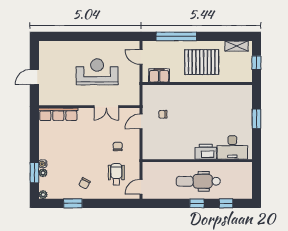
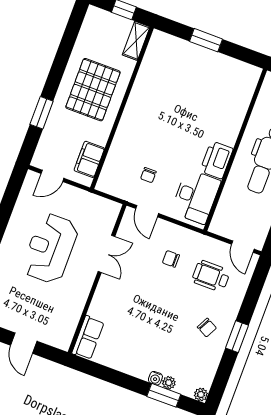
window: (176, 36) -> (42, 113), width x0.47
shelving: (237, 46) -> (136, 41), moved
row of seats: (58, 114) -> (88, 338), width x0.68
desk: (232, 147) -> (196, 196), moved
printer: (206, 152) -> (217, 160), moved
window: (73, 203) -> (237, 337), moved

